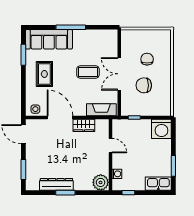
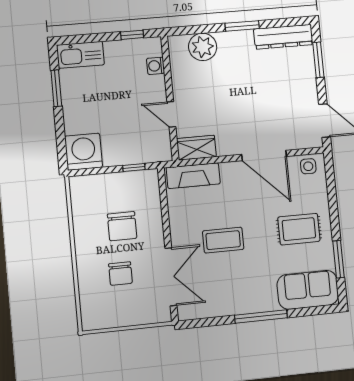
sofa: (49, 39) -> (308, 290), width x0.73
rug: (44, 74) -> (299, 229), turned 90
double door: (119, 74) -> (171, 277), moved
chair: (144, 85) -> (122, 226), turned 90
wardrobe: (84, 125) -> (196, 148), moved
plant: (101, 182) -> (203, 47), moved
dresser: (56, 184) -> (283, 37), moved

